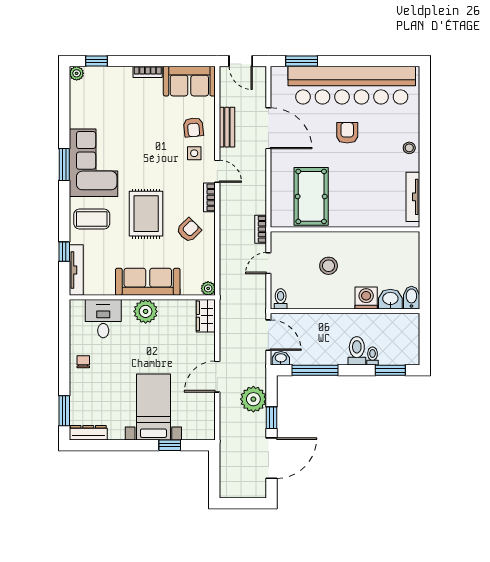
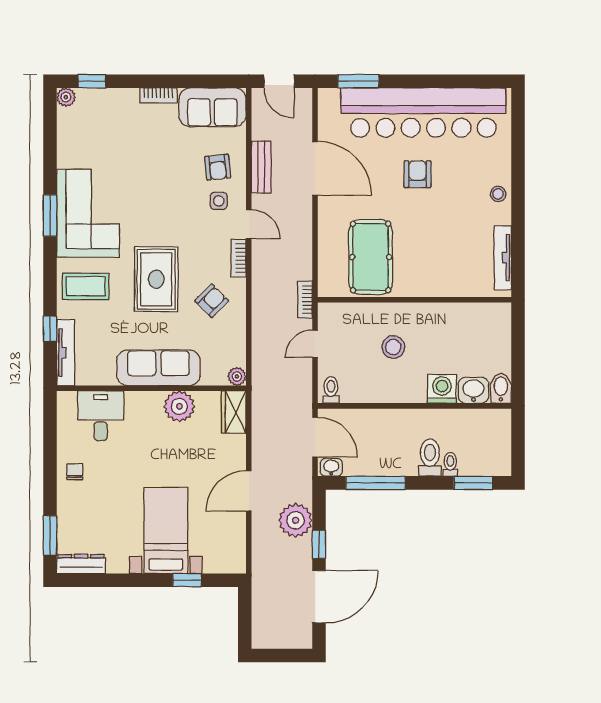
plant: (146, 311) -> (179, 406), moved

